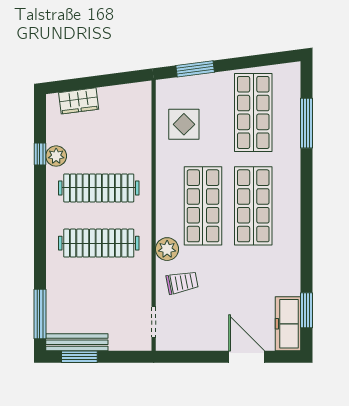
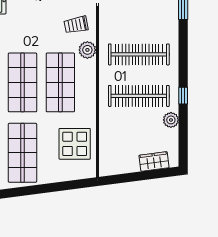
window: (195, 69) -> (66, 186), removed
display table: (184, 124) -> (75, 144), width x1.36, depth x1.36
window: (40, 154) -> (183, 96), moved

